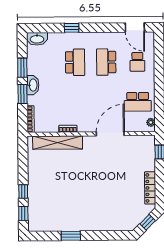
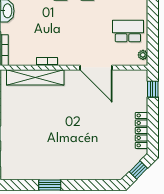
school desk: (138, 102) -> (128, 31), turned 180
door: (110, 134) -> (96, 68), swing flipped

